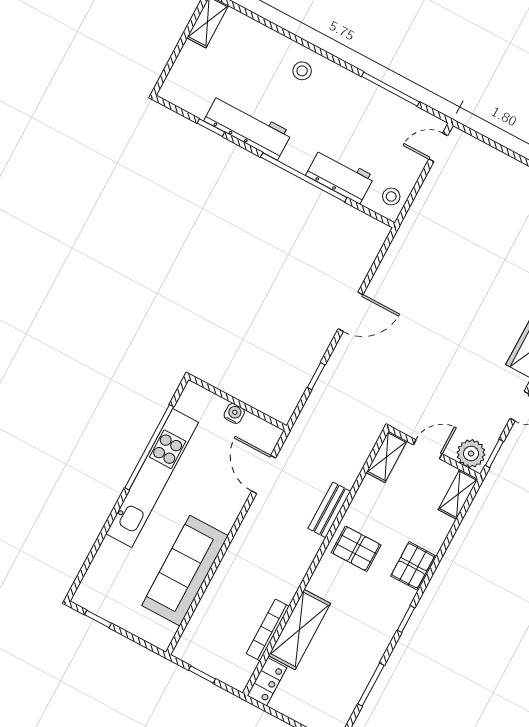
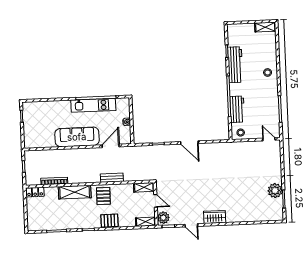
kitchen unit: (152, 478) -> (93, 105), width x0.73
sofa: (185, 571) -> (77, 137), moved
shelving: (300, 629) -> (75, 192), moved

